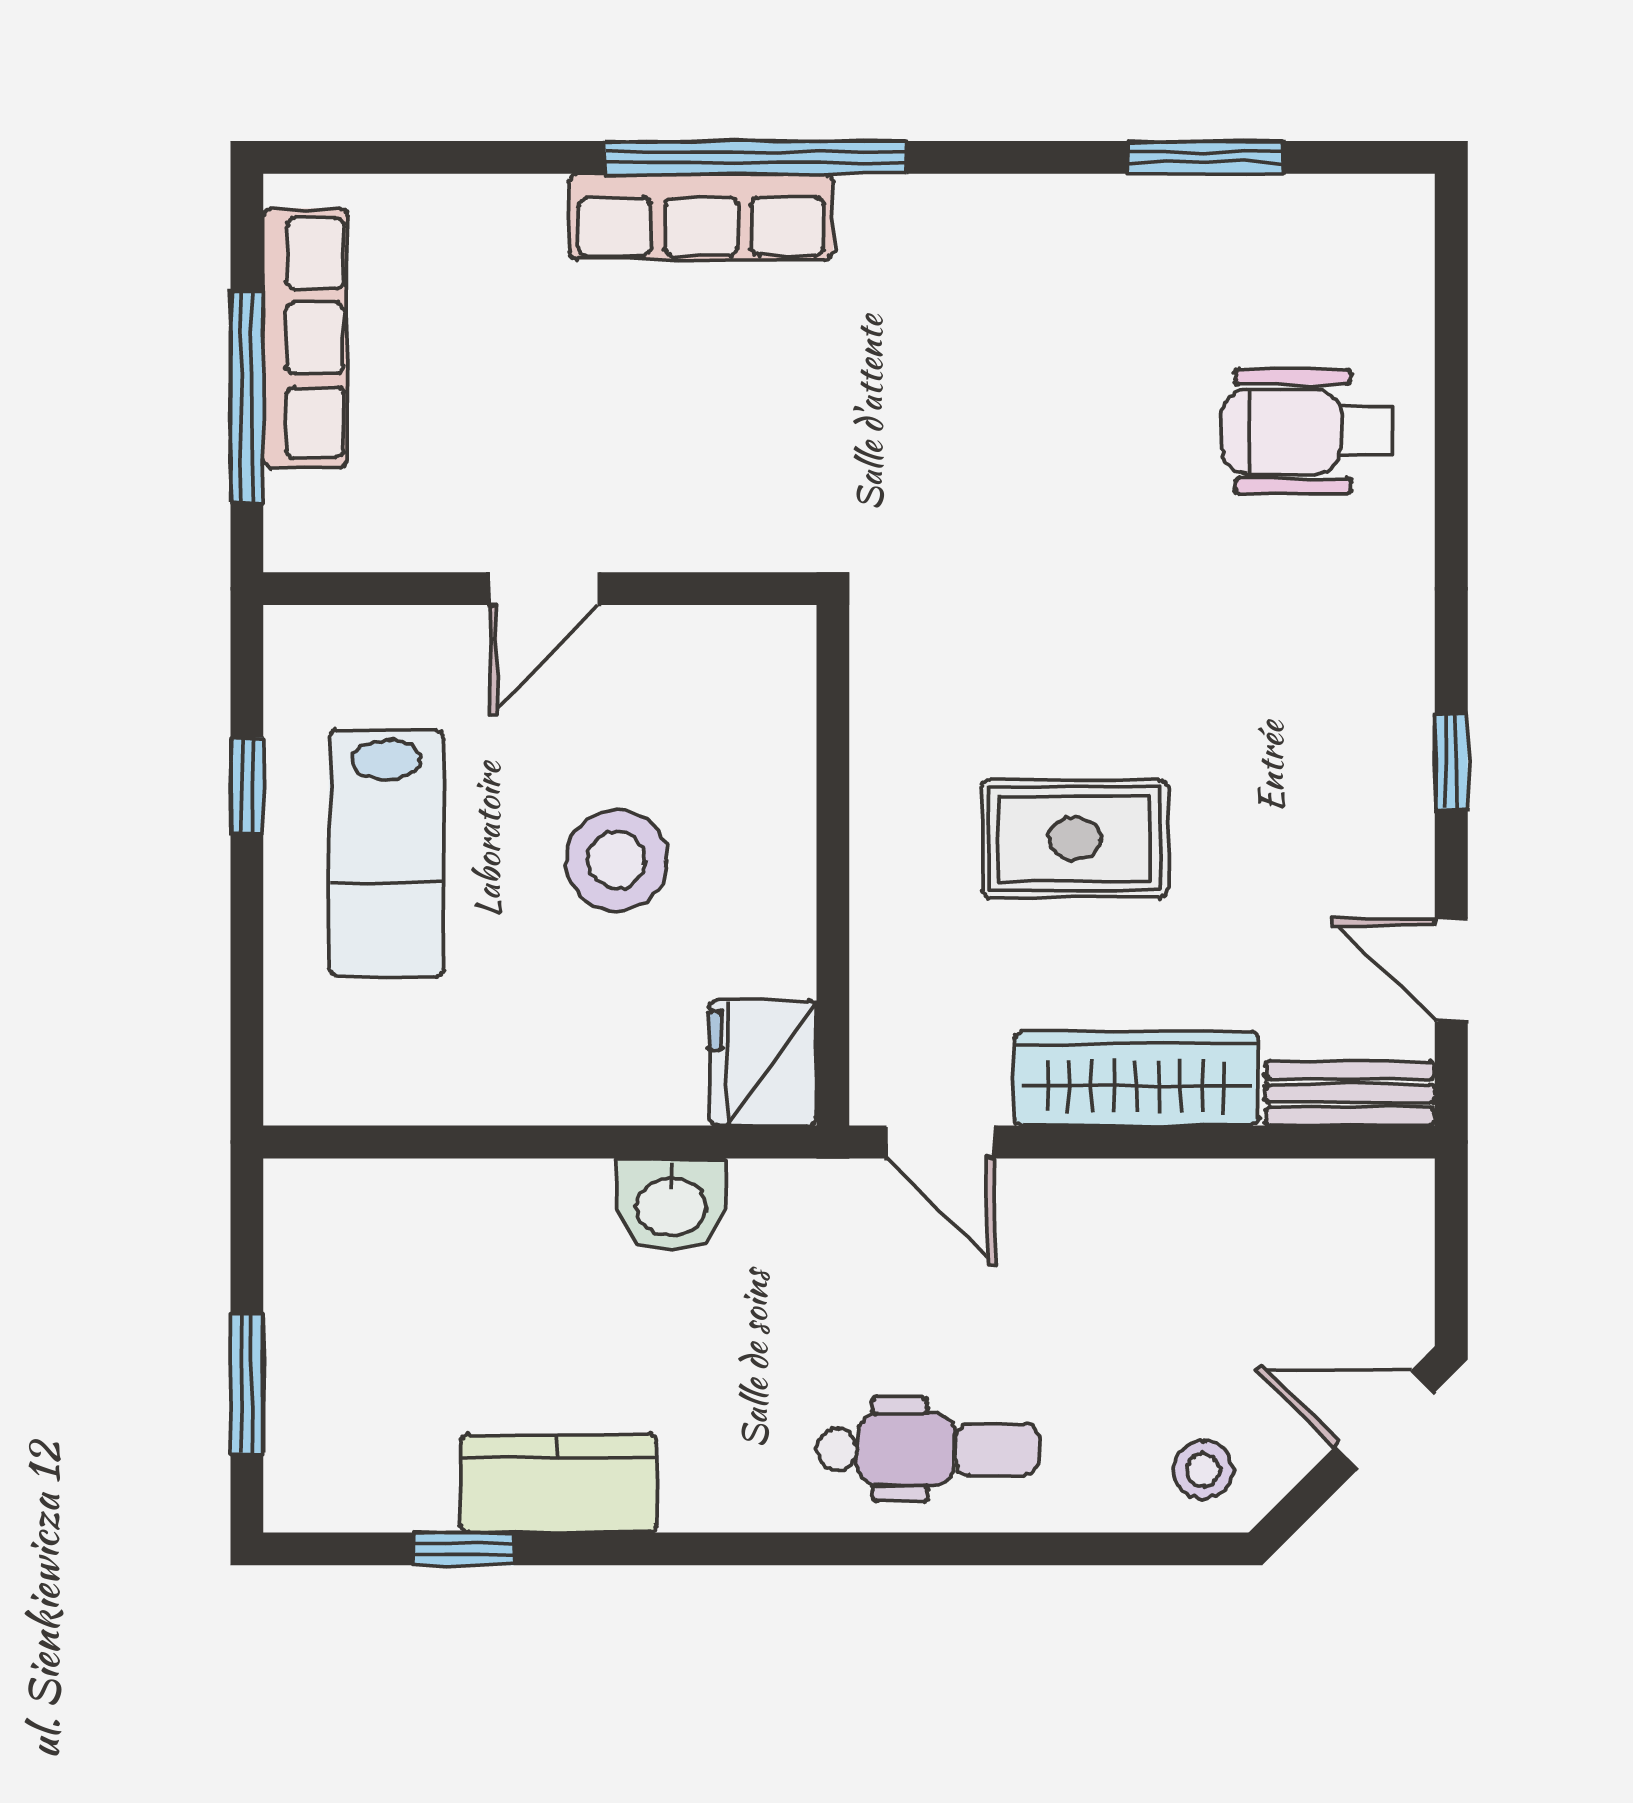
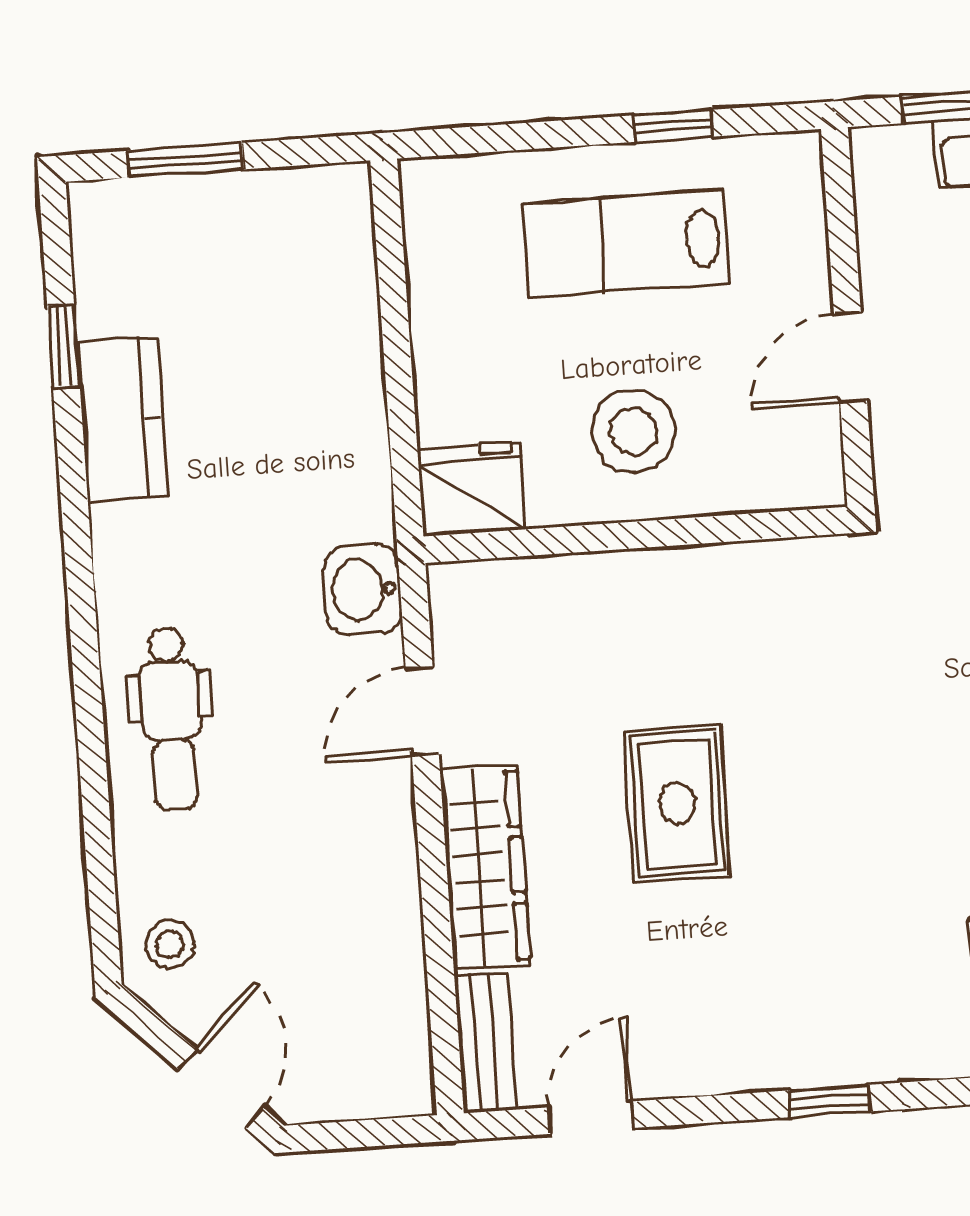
door: (544, 589) -> (850, 357), hinge flipped
window: (1451, 761) -> (829, 1101), moved
wall: (833, 865) -> (636, 535), moved
fridge: (763, 1063) -> (471, 489), moved
washbasin: (671, 1204) -> (363, 590), moved

